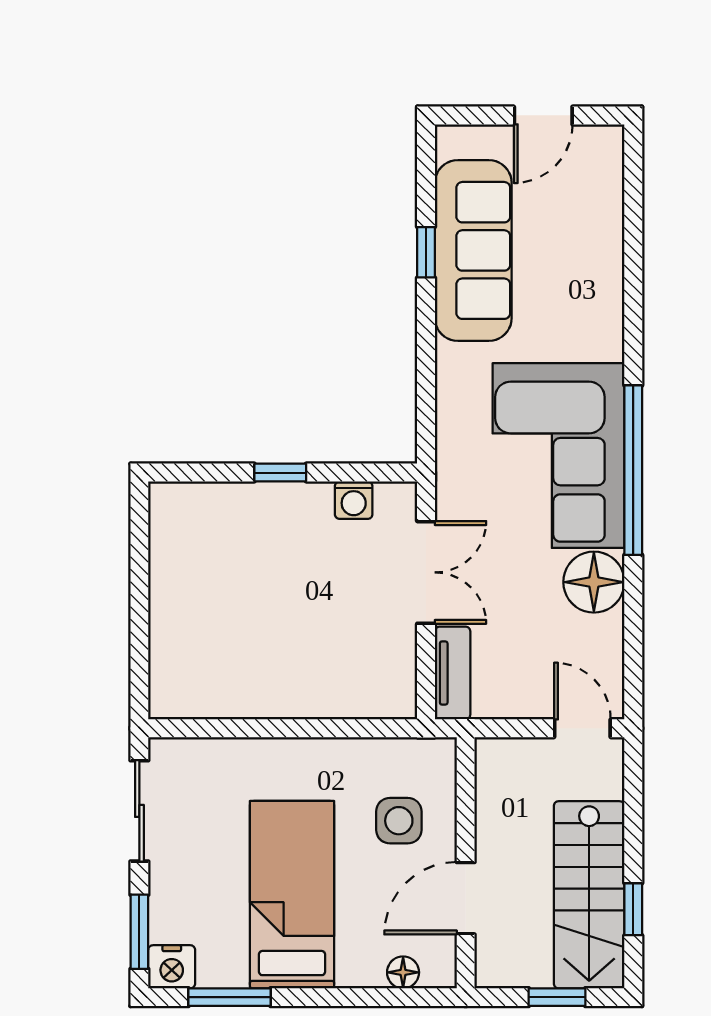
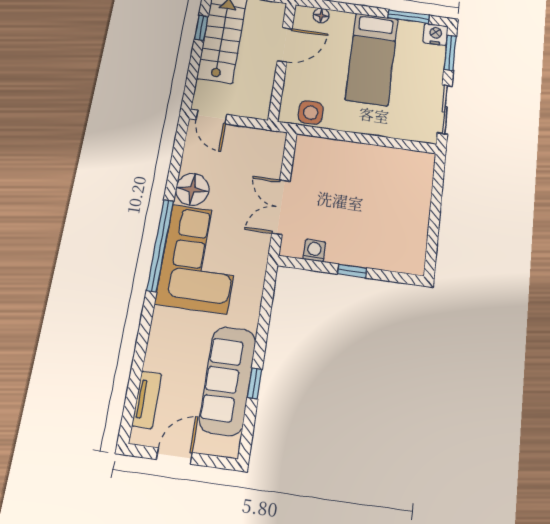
tv unit: (453, 673) -> (147, 400), moved, turned 180
side table: (399, 821) -> (311, 113), moved

